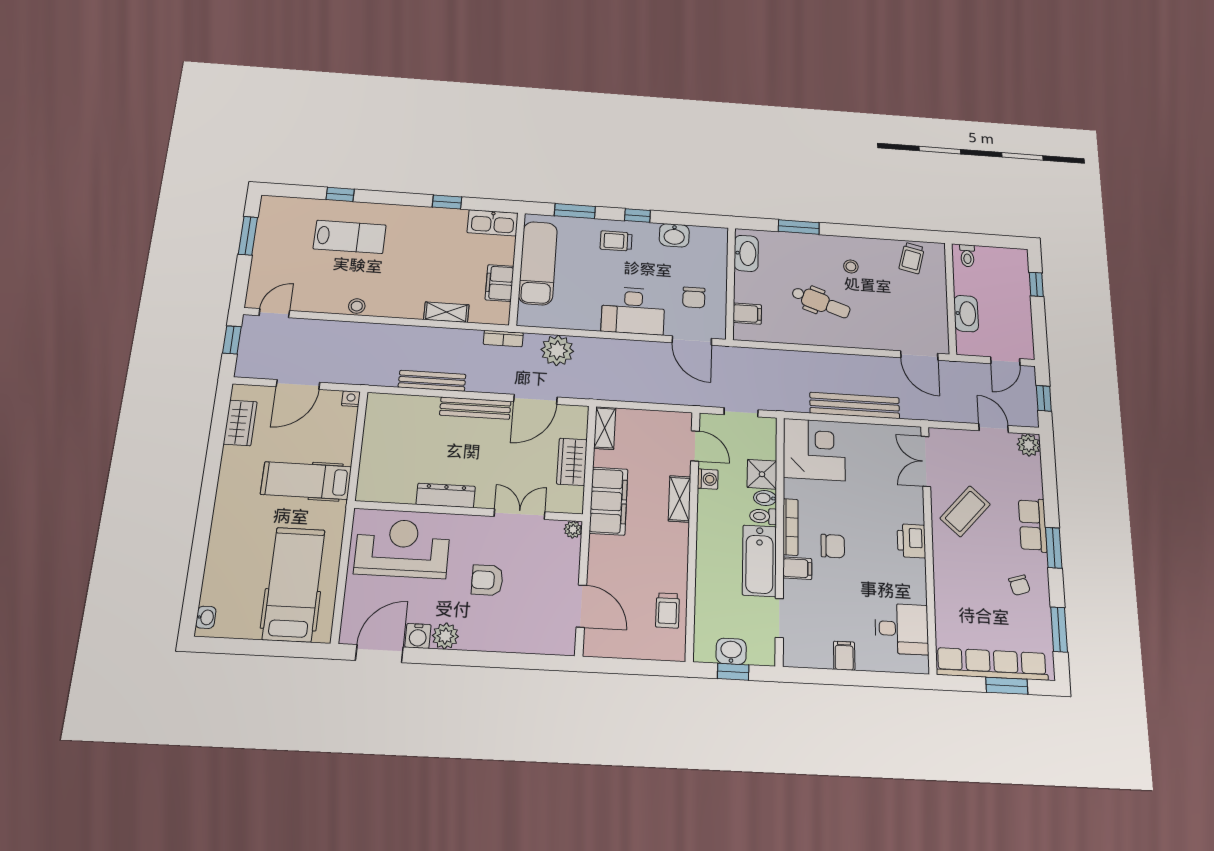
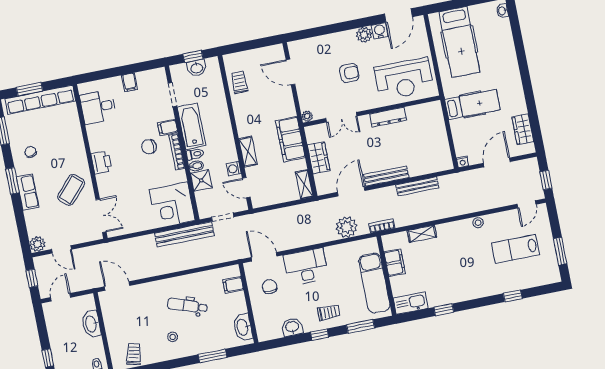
lab bench: (350, 237) -> (515, 249), moved
bench: (855, 405) -> (184, 234), moved

